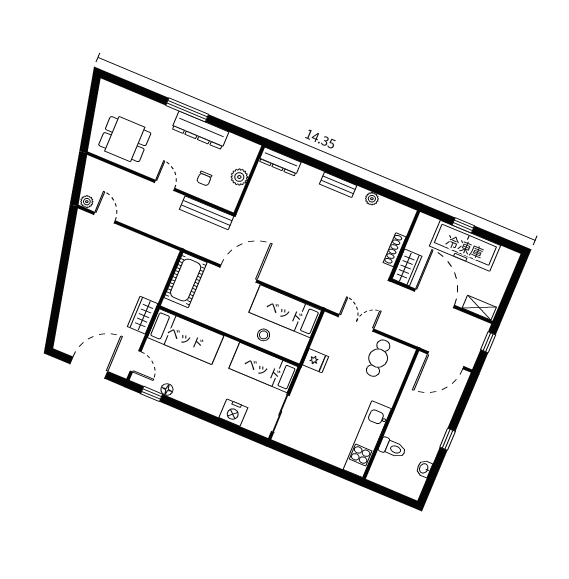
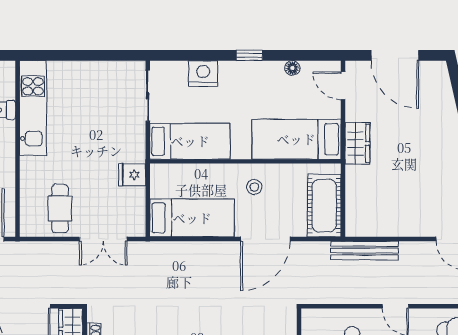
bench: (207, 213) -> (364, 251), moved
stool: (264, 335) -> (254, 187), moved
door: (89, 368) -> (395, 55), hinge flipped
window: (152, 394) -> (249, 55), moved

